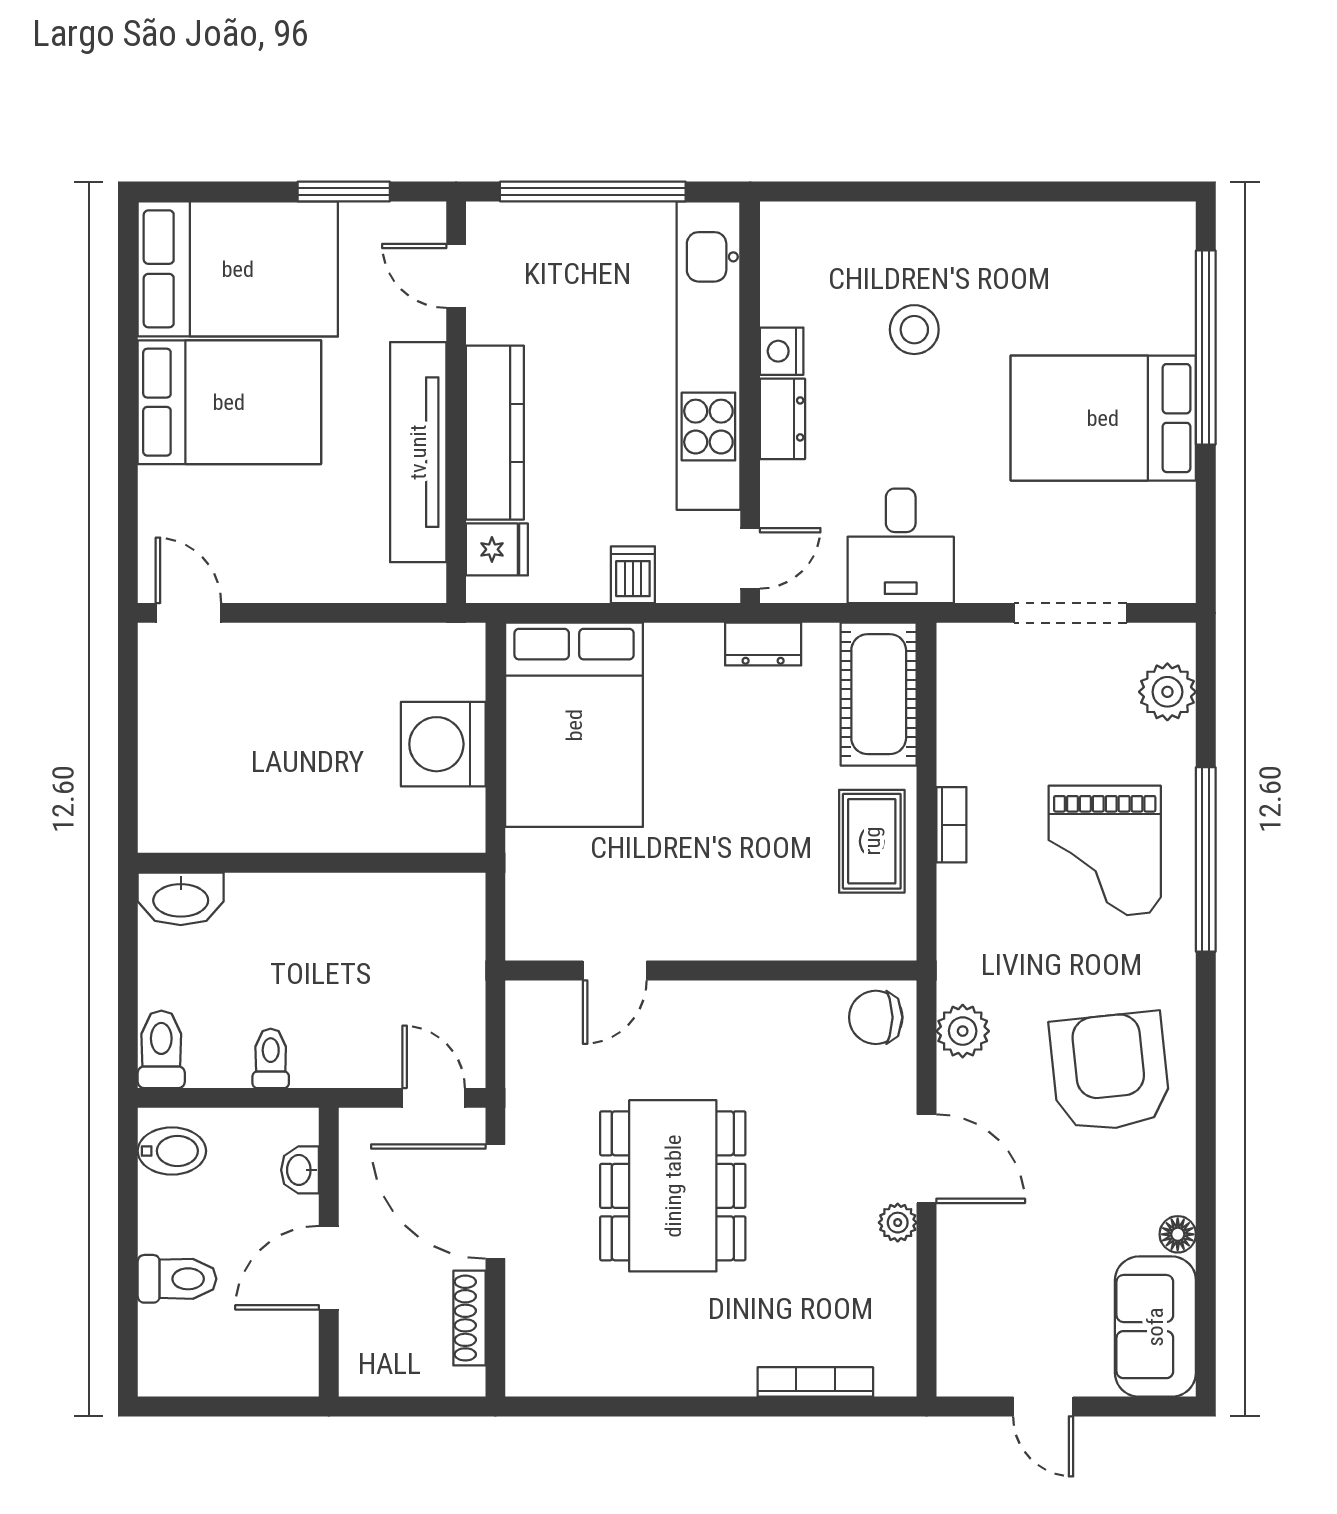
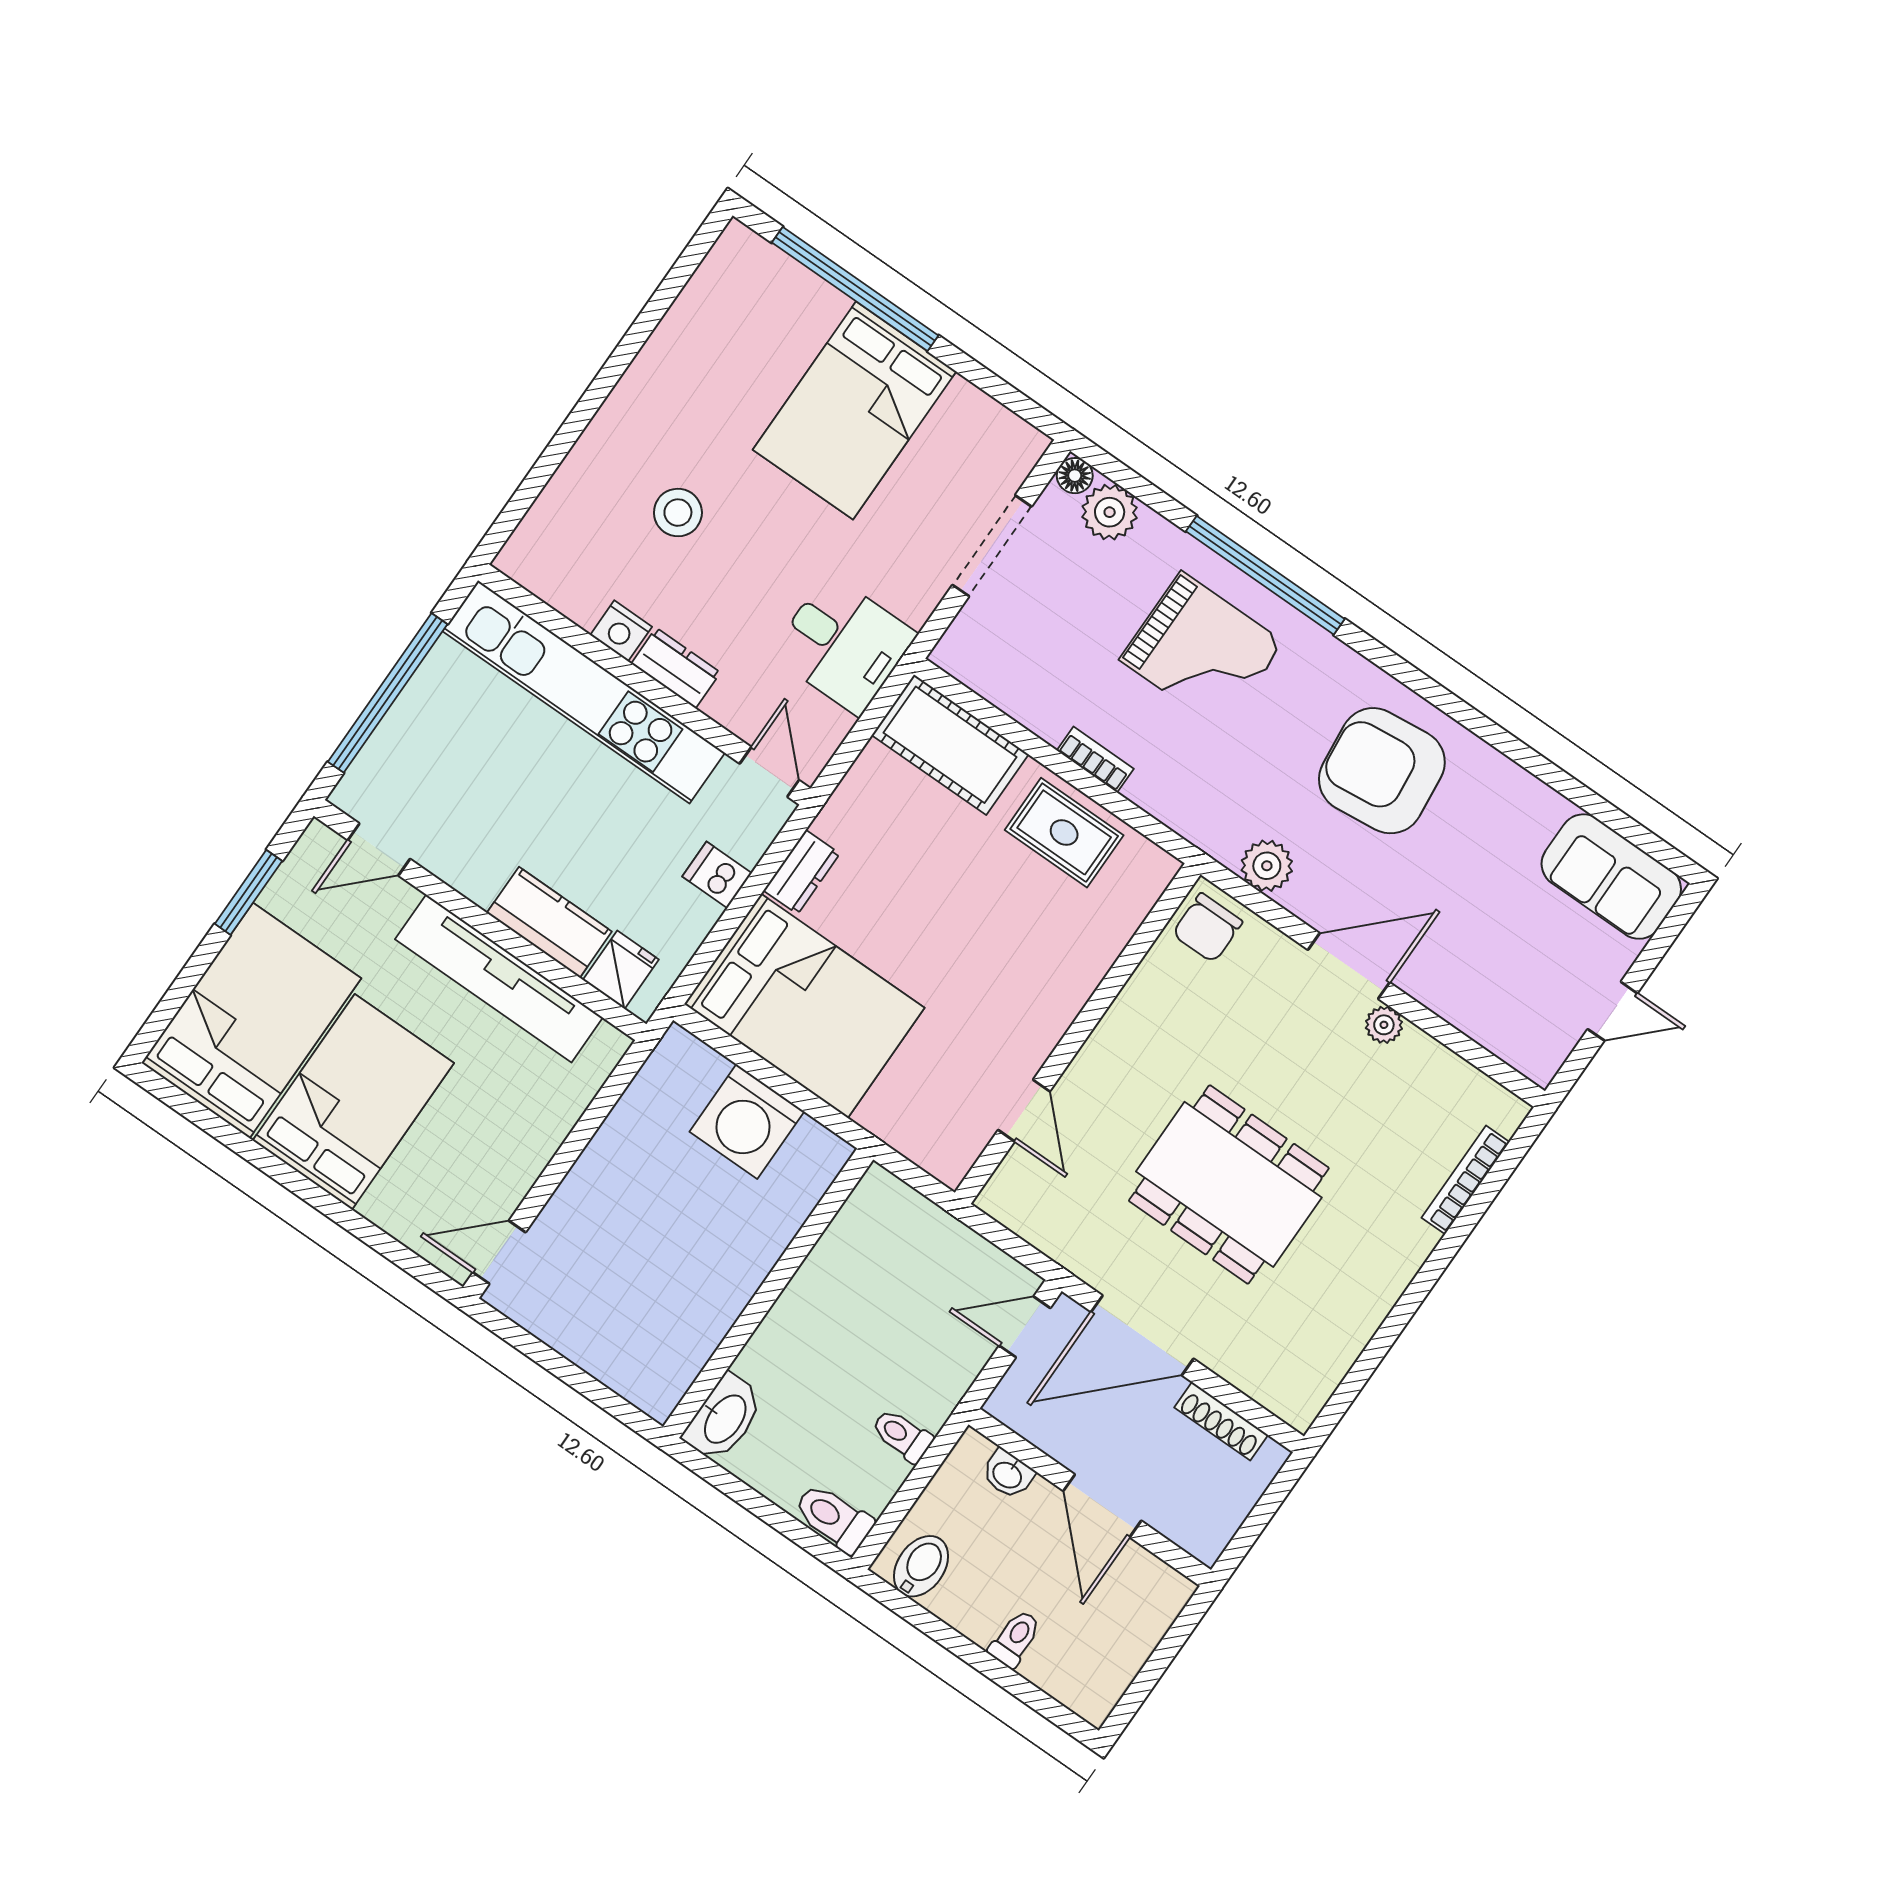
kitchen counter: (495, 433) -> (549, 922), width x0.67
dresser: (763, 644) -> (802, 872), moved
floor lamp: (1178, 1234) -> (1075, 476), moved
toilet: (177, 1279) -> (1015, 1639), width x0.73, depth x0.72

